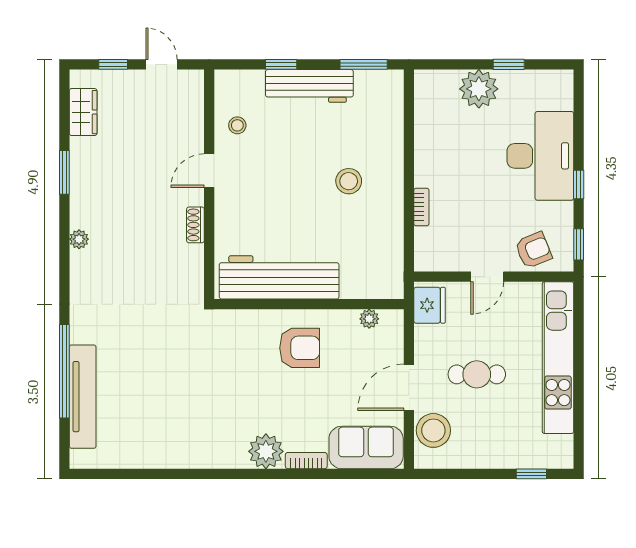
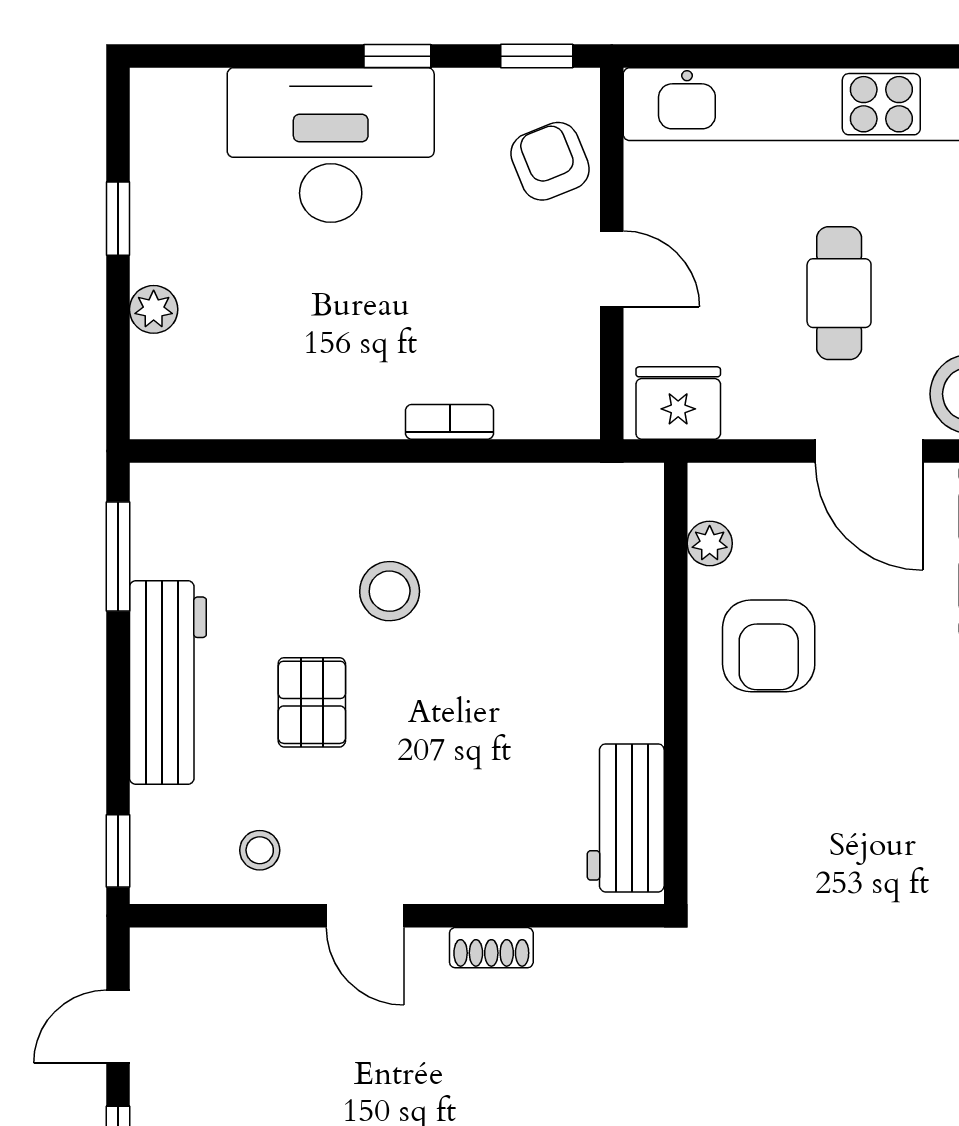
window: (281, 64) -> (118, 851), moved
plant: (479, 89) -> (154, 309), width x0.53, depth x0.53
pallet: (301, 148) -> (312, 702), added
workbench: (279, 277) -> (626, 818), width x0.53, depth x0.76
armchair: (300, 348) -> (769, 646), moved, turned 180

